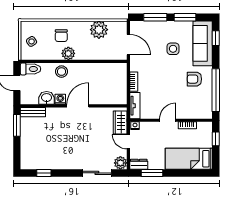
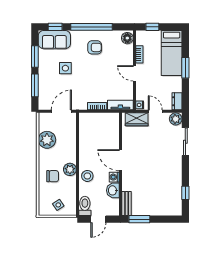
sofa: (203, 43) -> (54, 40), width x0.73
armchair: (194, 79) -> (95, 47), turned -90
window: (216, 90) -> (91, 27), moved
floor lamp: (204, 113) -> (127, 38), added
door: (128, 142) -> (155, 111), swing flipped
window: (152, 173) -> (185, 68), moved

